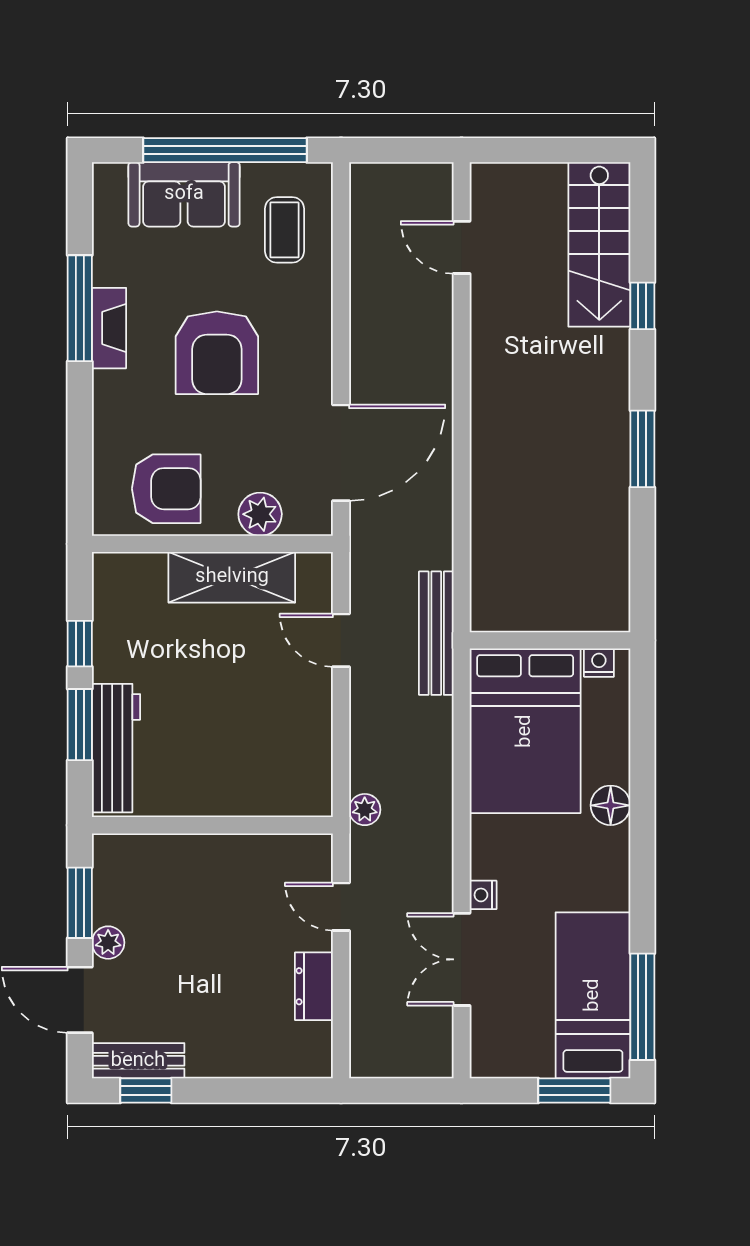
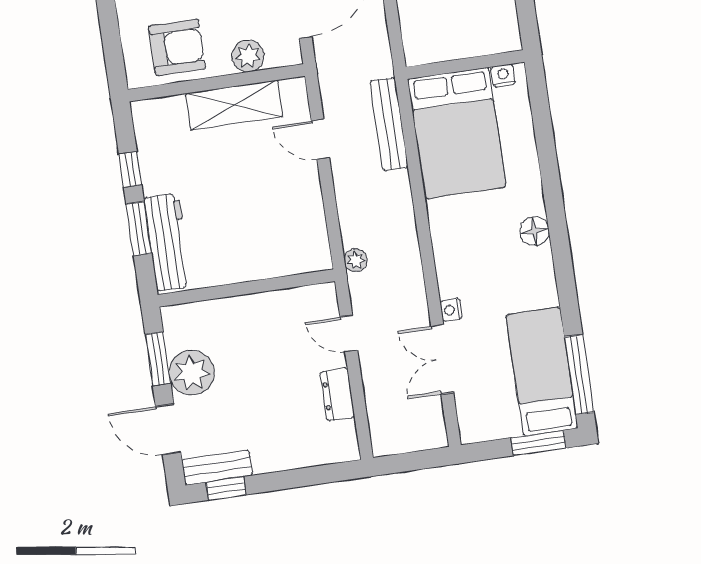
wall: (550, 640) -> (465, 64), moved
nightstand: (599, 663) -> (503, 75), moved
bed: (525, 731) -> (457, 133), moved
plant: (108, 943) -> (192, 373), width x1.88, depth x1.88

